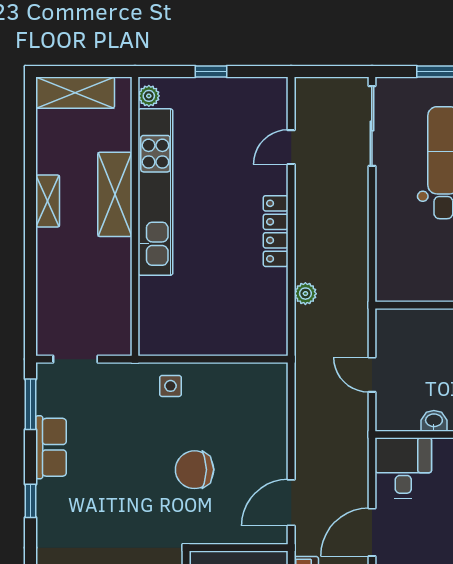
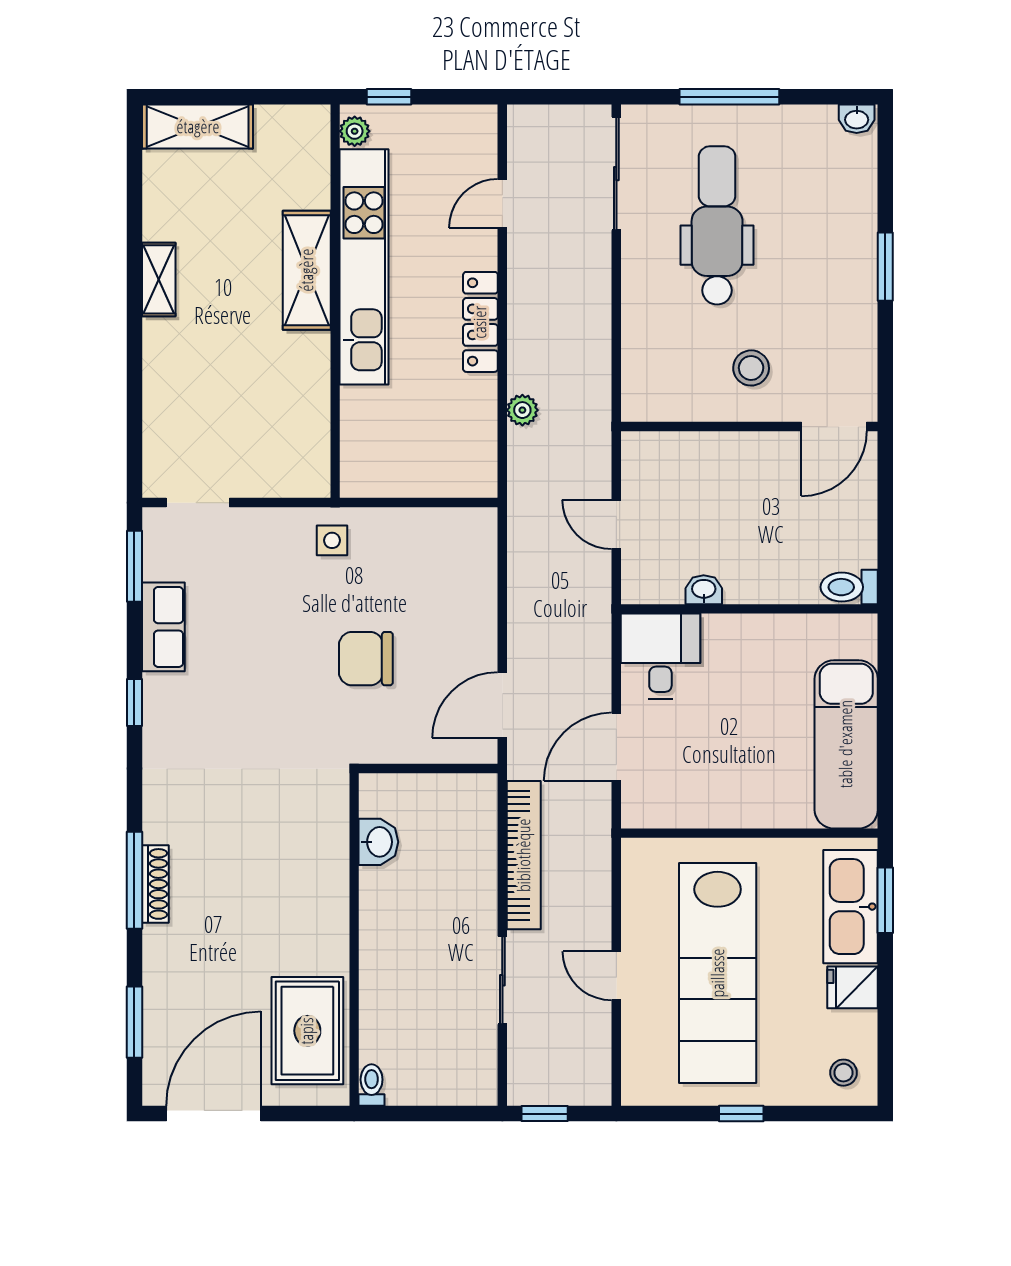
plant: (149, 96) -> (355, 131), moved
kitchen unit: (155, 192) -> (364, 267), moved
shelving: (115, 194) -> (307, 270), moved
wall: (135, 216) -> (335, 301), moved

